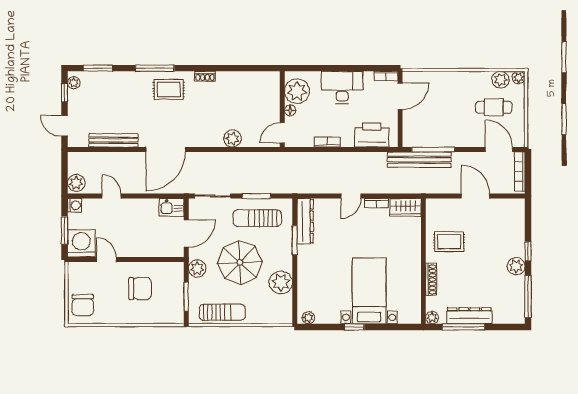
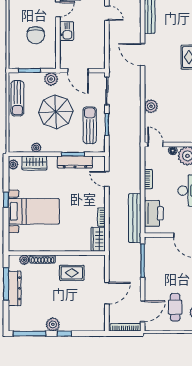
door: (165, 150) -> (143, 55), width x0.73
bench: (419, 160) -> (135, 218), moved
door: (112, 196) -> (107, 13), hinge flipped
door: (351, 196) -> (107, 179), moved
kitchen sink: (172, 207) -> (67, 31), moved, turned 180
dresser: (305, 221) -> (75, 162), moved
rug: (449, 242) -> (72, 273), turned 90
plant: (281, 282) -> (36, 148), width x0.53, depth x0.53
wardrobe: (306, 290) -> (34, 163), added
plant: (432, 318) -> (24, 260), moved

